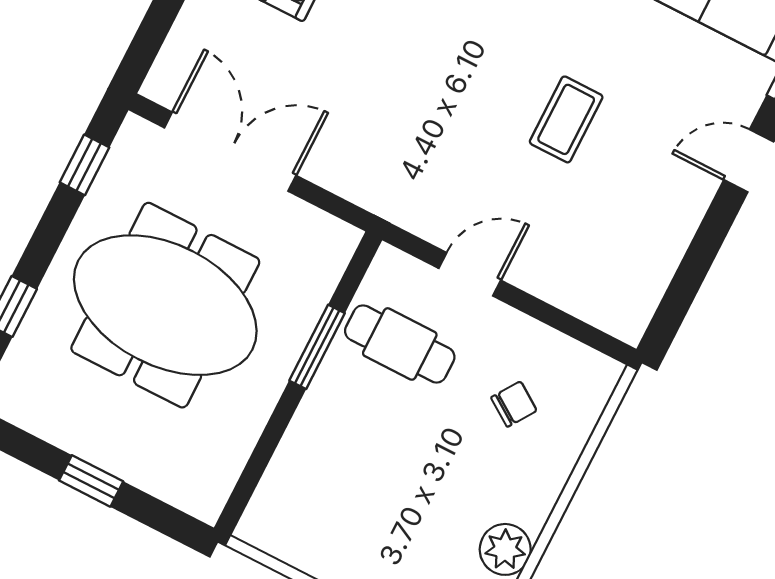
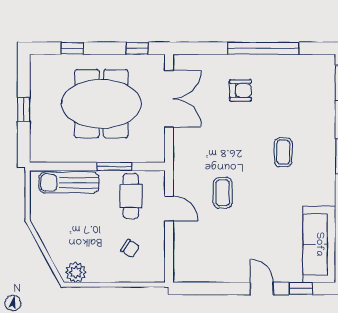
coffee table: (566, 119) -> (223, 193), moved, turned 90
meeting table: (165, 305) -> (101, 104), turned 90
sun lounger: (302, 464) -> (69, 183), added

